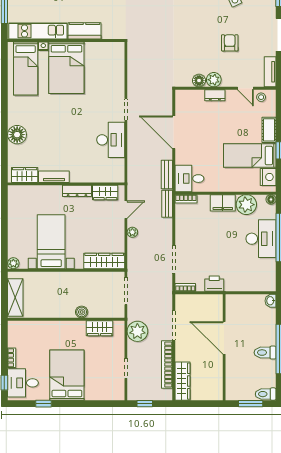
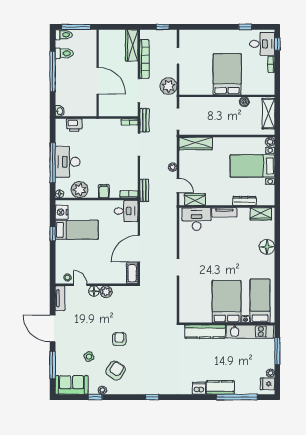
kitchen counter: (85, 31) -> (205, 332), width x1.50
armchair: (230, 43) -> (119, 339), moved, turned 180
floor lamp: (199, 81) -> (94, 291), moved
dresser: (215, 95) -> (105, 279), removed
cot: (269, 130) -> (132, 273), moved
door: (174, 132) -> (139, 249), swing flipped
desk: (111, 140) -> (197, 219), moved, turned 90
bench: (167, 175) -> (144, 120), moved
tv unit: (54, 177) -> (224, 212), moved
dresser: (77, 191) -> (245, 201), moved
filing cabinet: (223, 203) -> (104, 191), width x0.50
door: (126, 210) -> (178, 185), swing flipped
bed with nightstands: (51, 242) -> (252, 166), moved, turned 90
printer: (214, 284) -> (74, 125), moved
boiler: (82, 312) -> (244, 102), moved
wardrobe: (100, 328) -> (199, 89), removed
toilet: (265, 353) -> (64, 53), moved
bed: (67, 375) -> (227, 74), moved, turned 180
window: (251, 404) -> (76, 27), width x1.44

